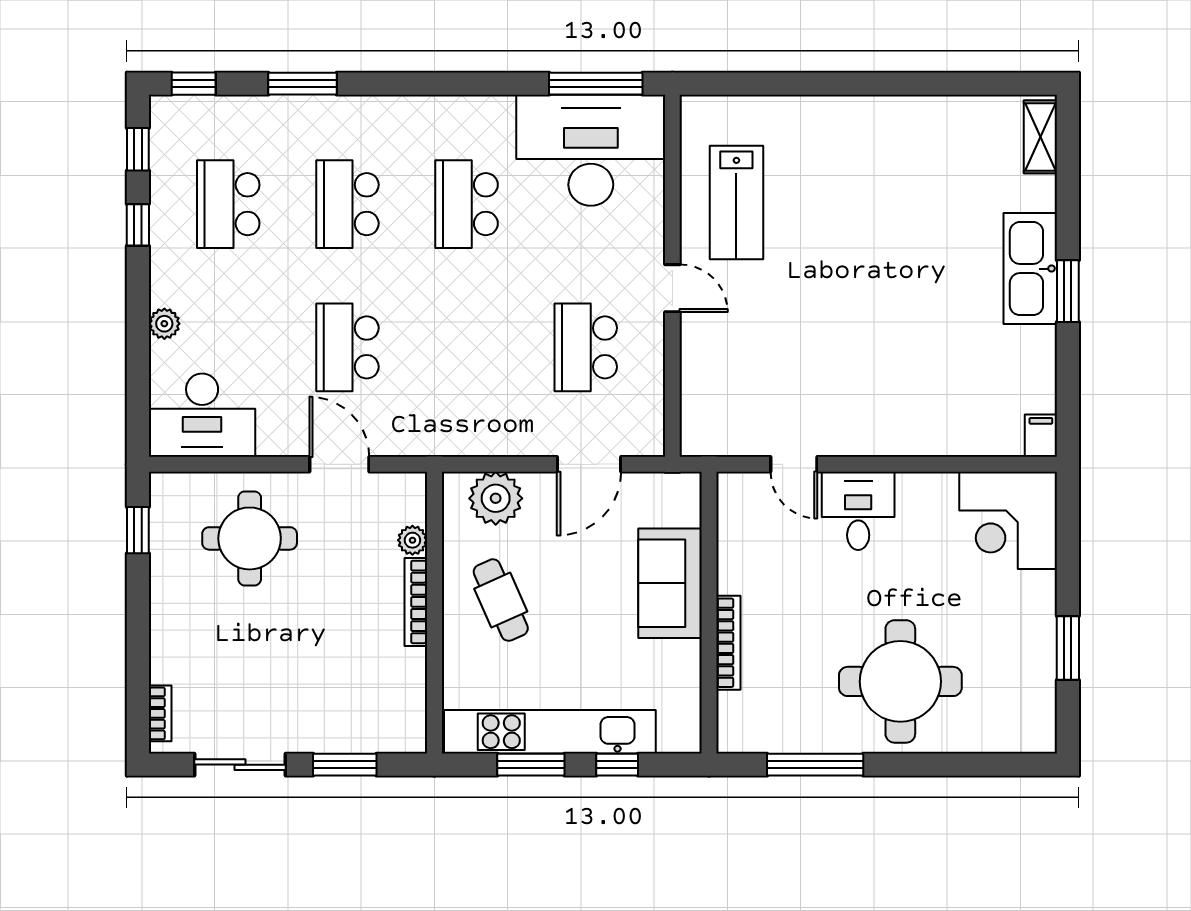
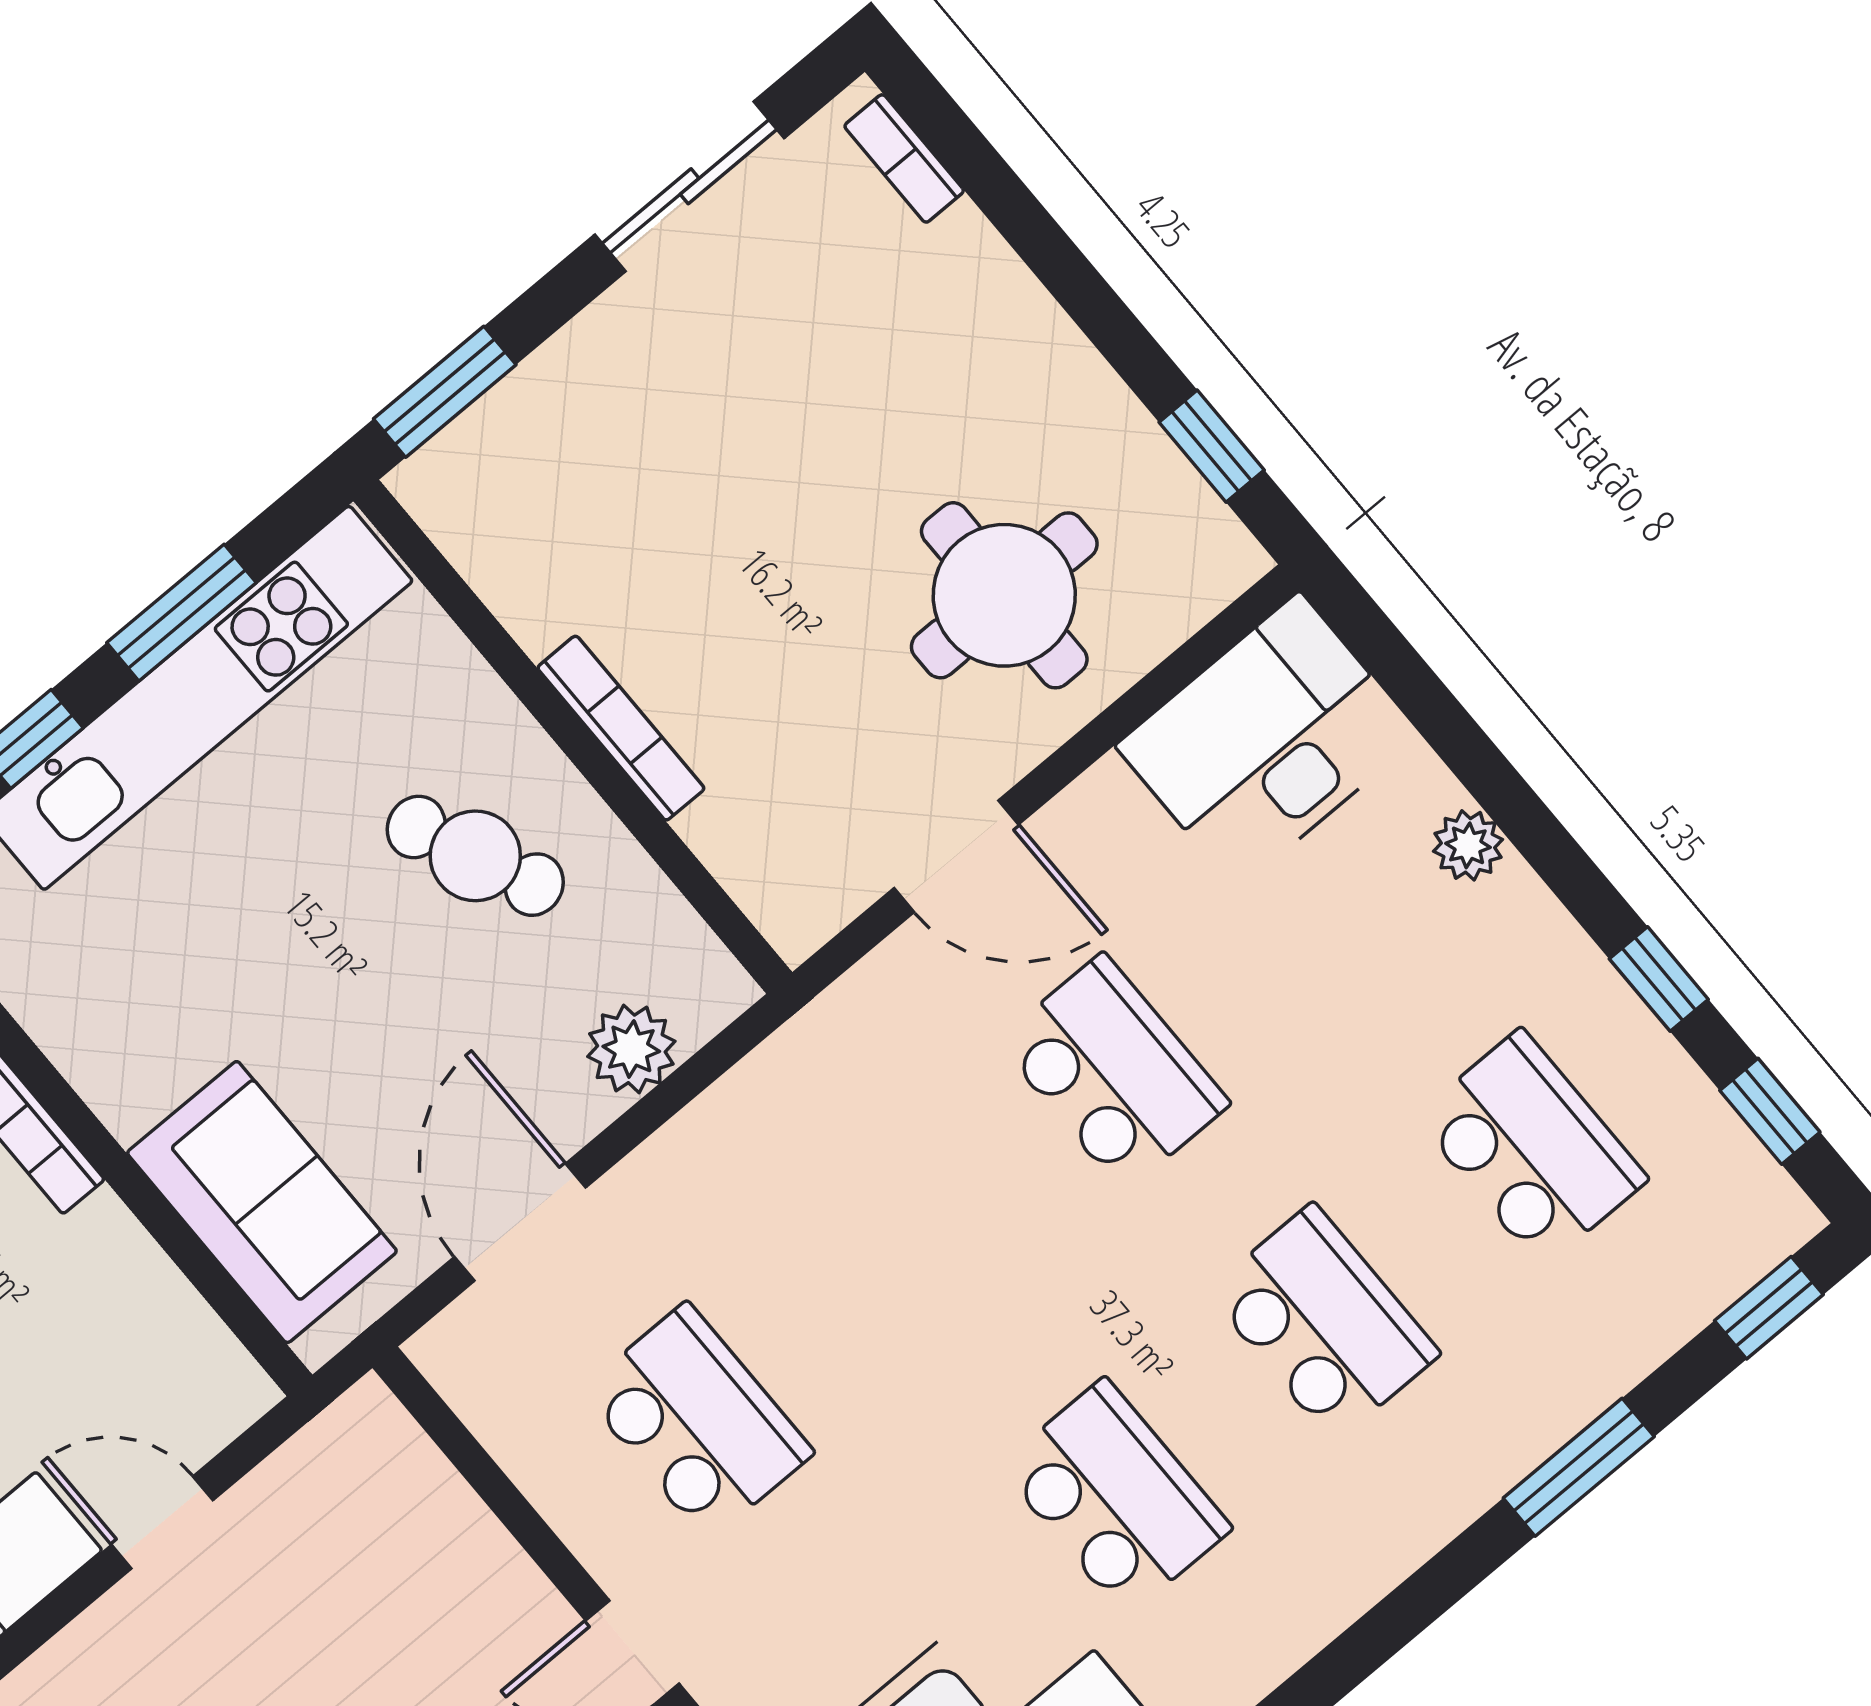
plant: (496, 498) -> (631, 1049), width x0.73, depth x0.73
plant: (412, 540) -> (717, 831), removed
sofa: (670, 583) -> (262, 1202), moved
window: (345, 765) -> (445, 392), moved

